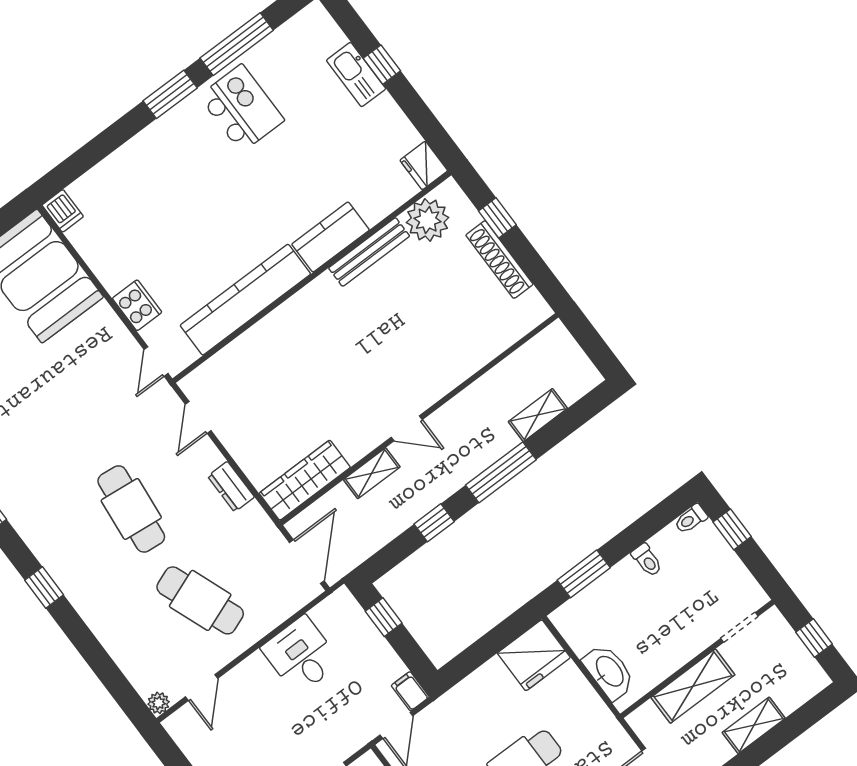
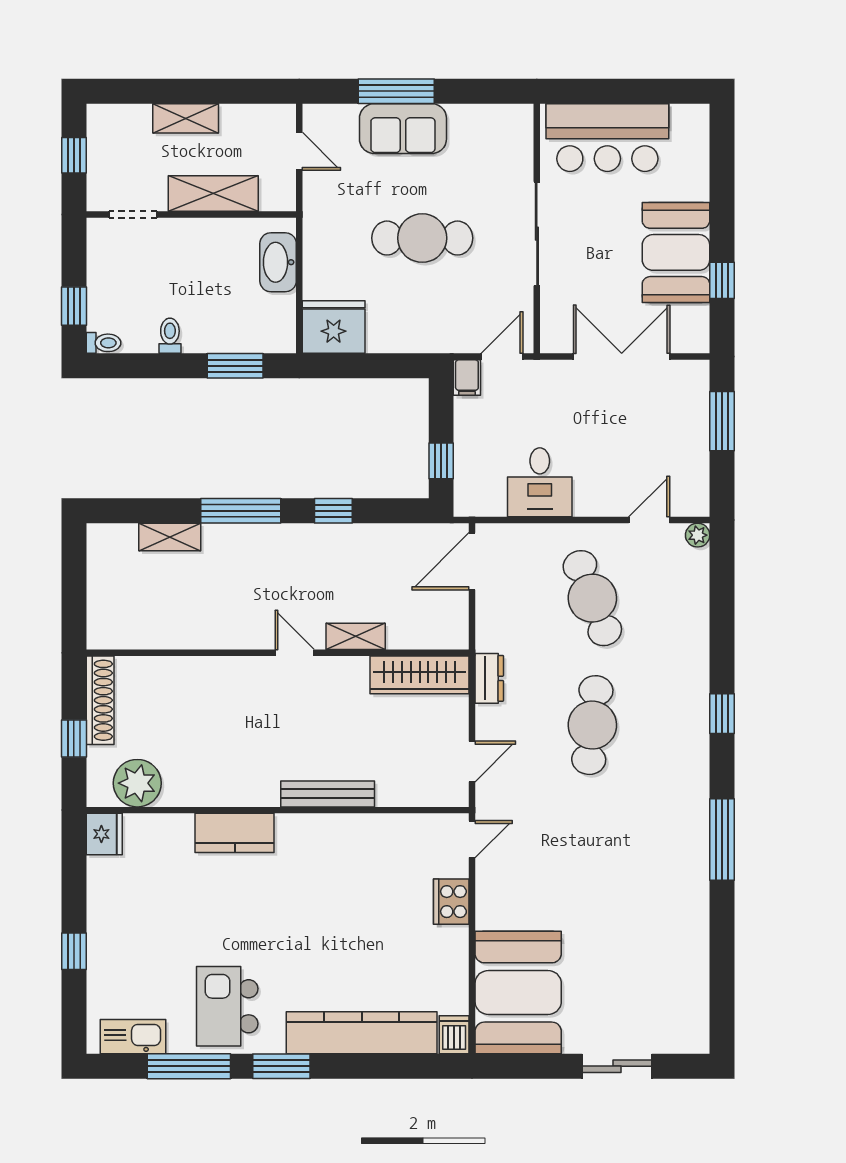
kitchen sink: (356, 75) -> (133, 1037), moved, turned -90
bench: (369, 252) -> (328, 794), moved
kitchen counter: (245, 300) -> (362, 1033), moved, turned 180
wall: (419, 419) -> (278, 653), moved
door: (407, 428) -> (295, 653), moved
shelving: (372, 473) -> (356, 636), moved
wardrobe: (305, 480) -> (420, 675), moved

